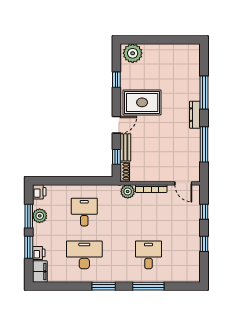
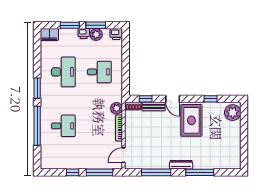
window: (204, 212) -> (100, 172), width x2.17
printer: (39, 253) -> (84, 34), moved
window: (148, 286) -> (37, 126), width x1.46

